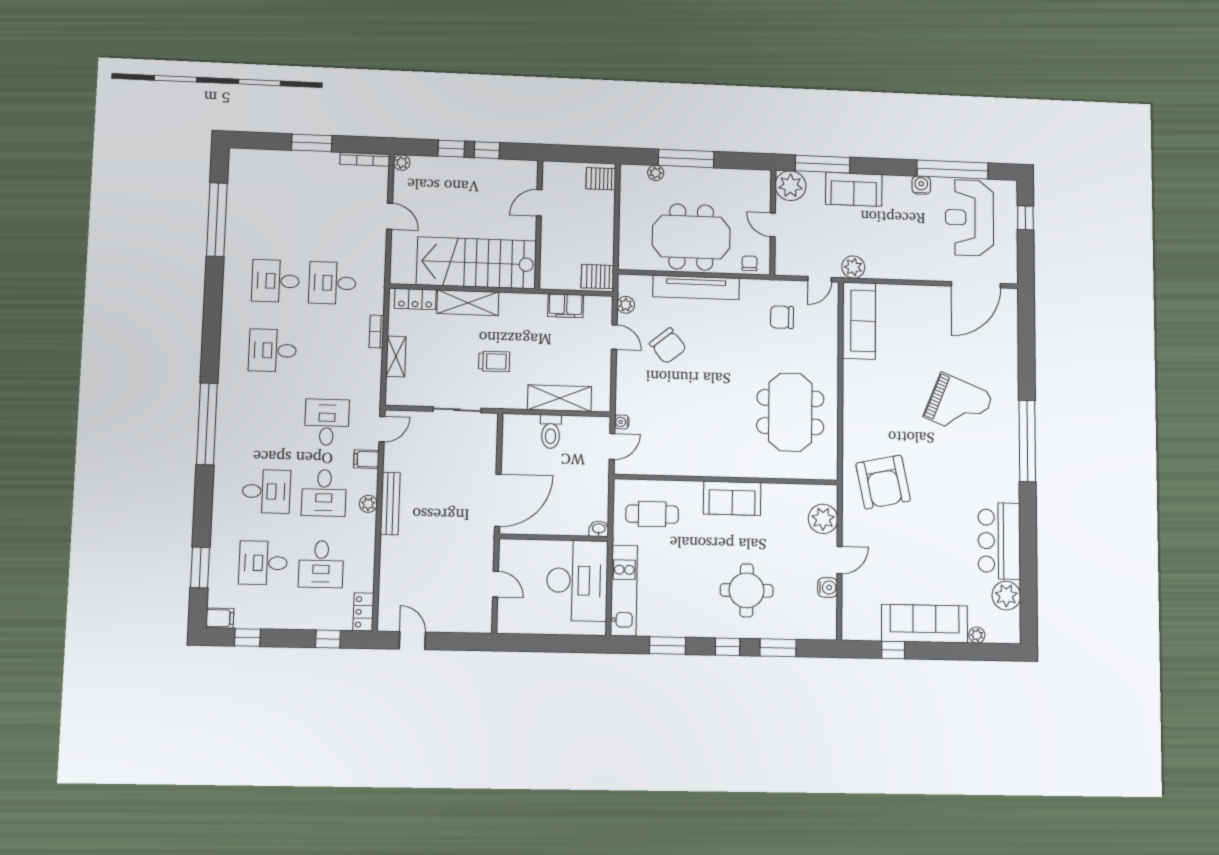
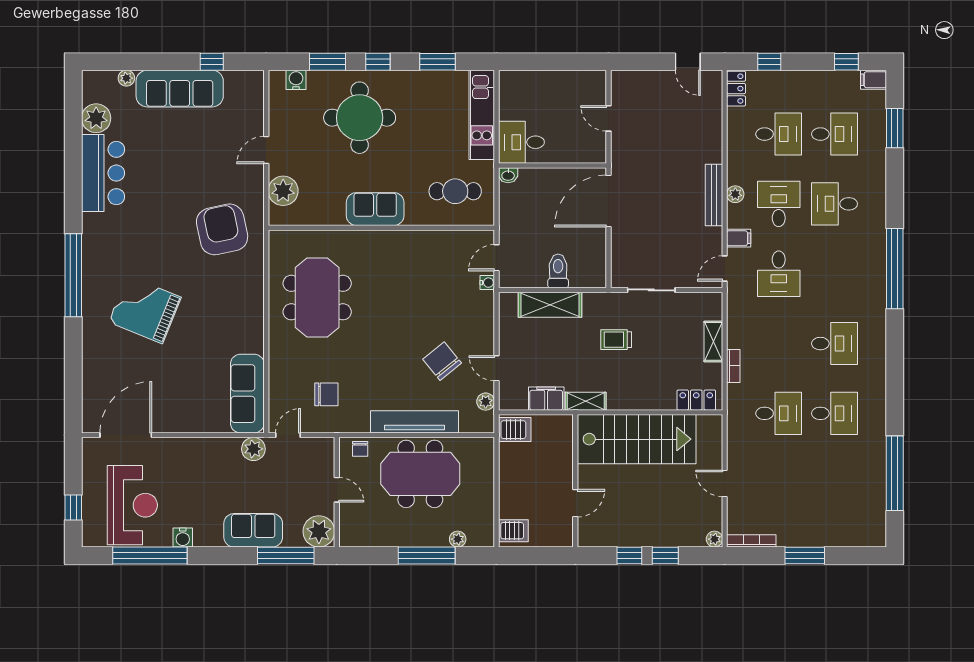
shelving: (468, 303) -> (586, 401), moved, width x0.67, depth x0.75
desk: (321, 564) -> (779, 134), turned 90
desk: (577, 581) -> (521, 142), width x0.53, depth x0.77
water cooler: (828, 587) -> (296, 80), moved, turned 90
round table: (747, 590) -> (360, 118), width x1.36, depth x1.36

